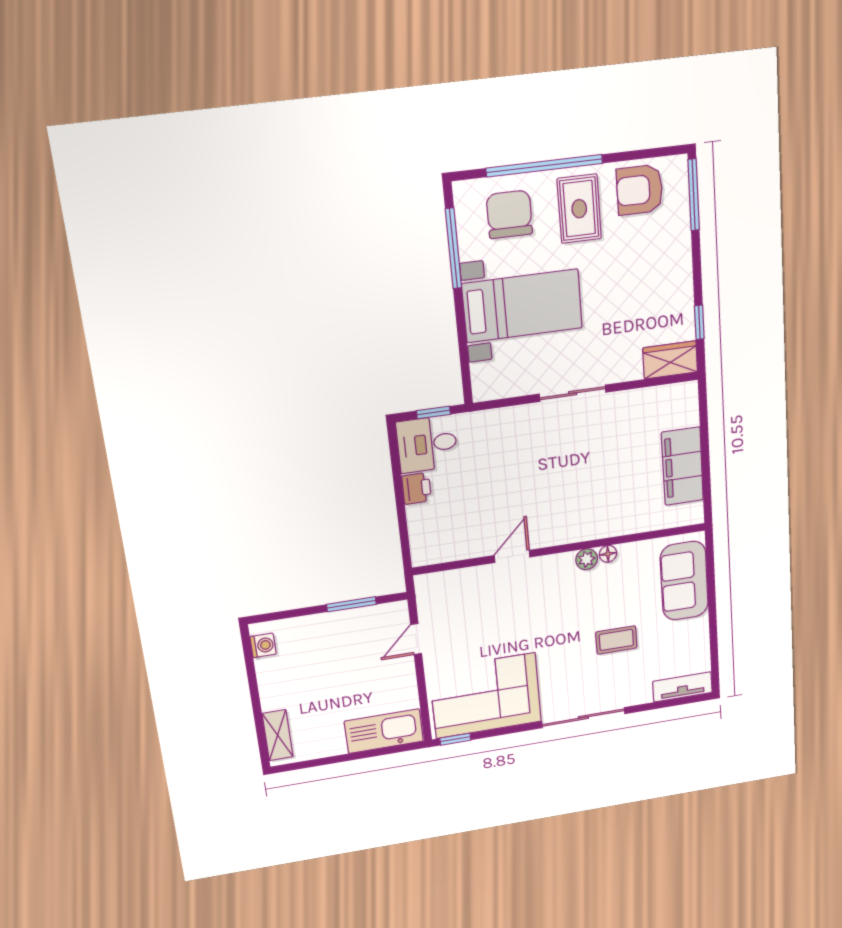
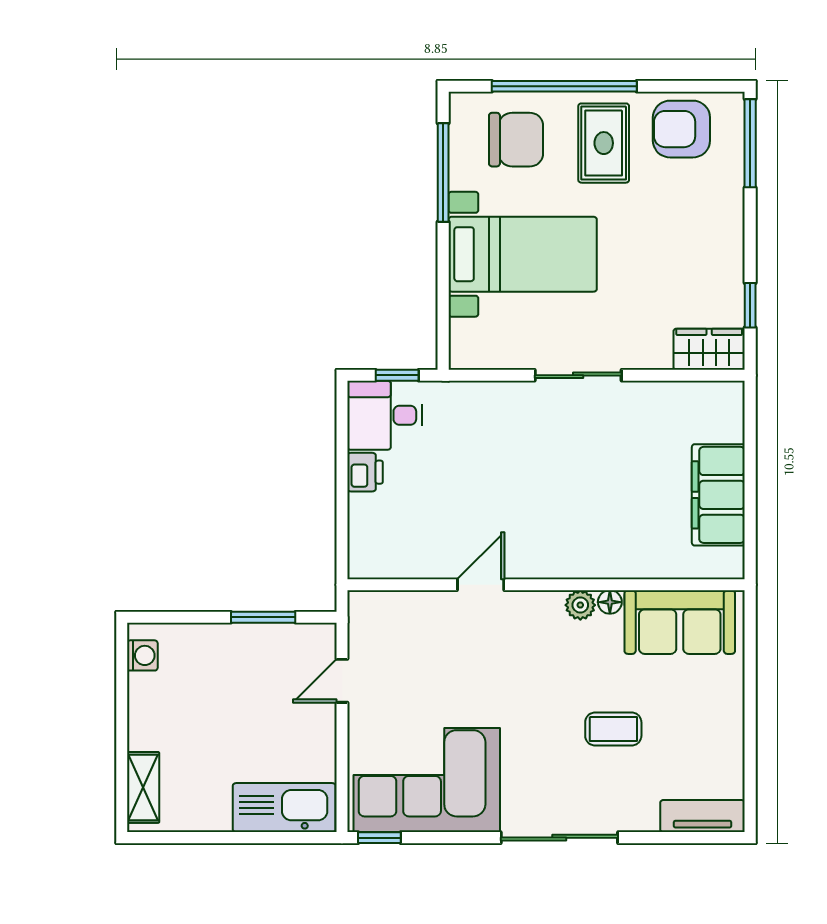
chair: (509, 214) -> (516, 140), turned 90
sofa: (684, 581) -> (680, 622), moved, turned -90

